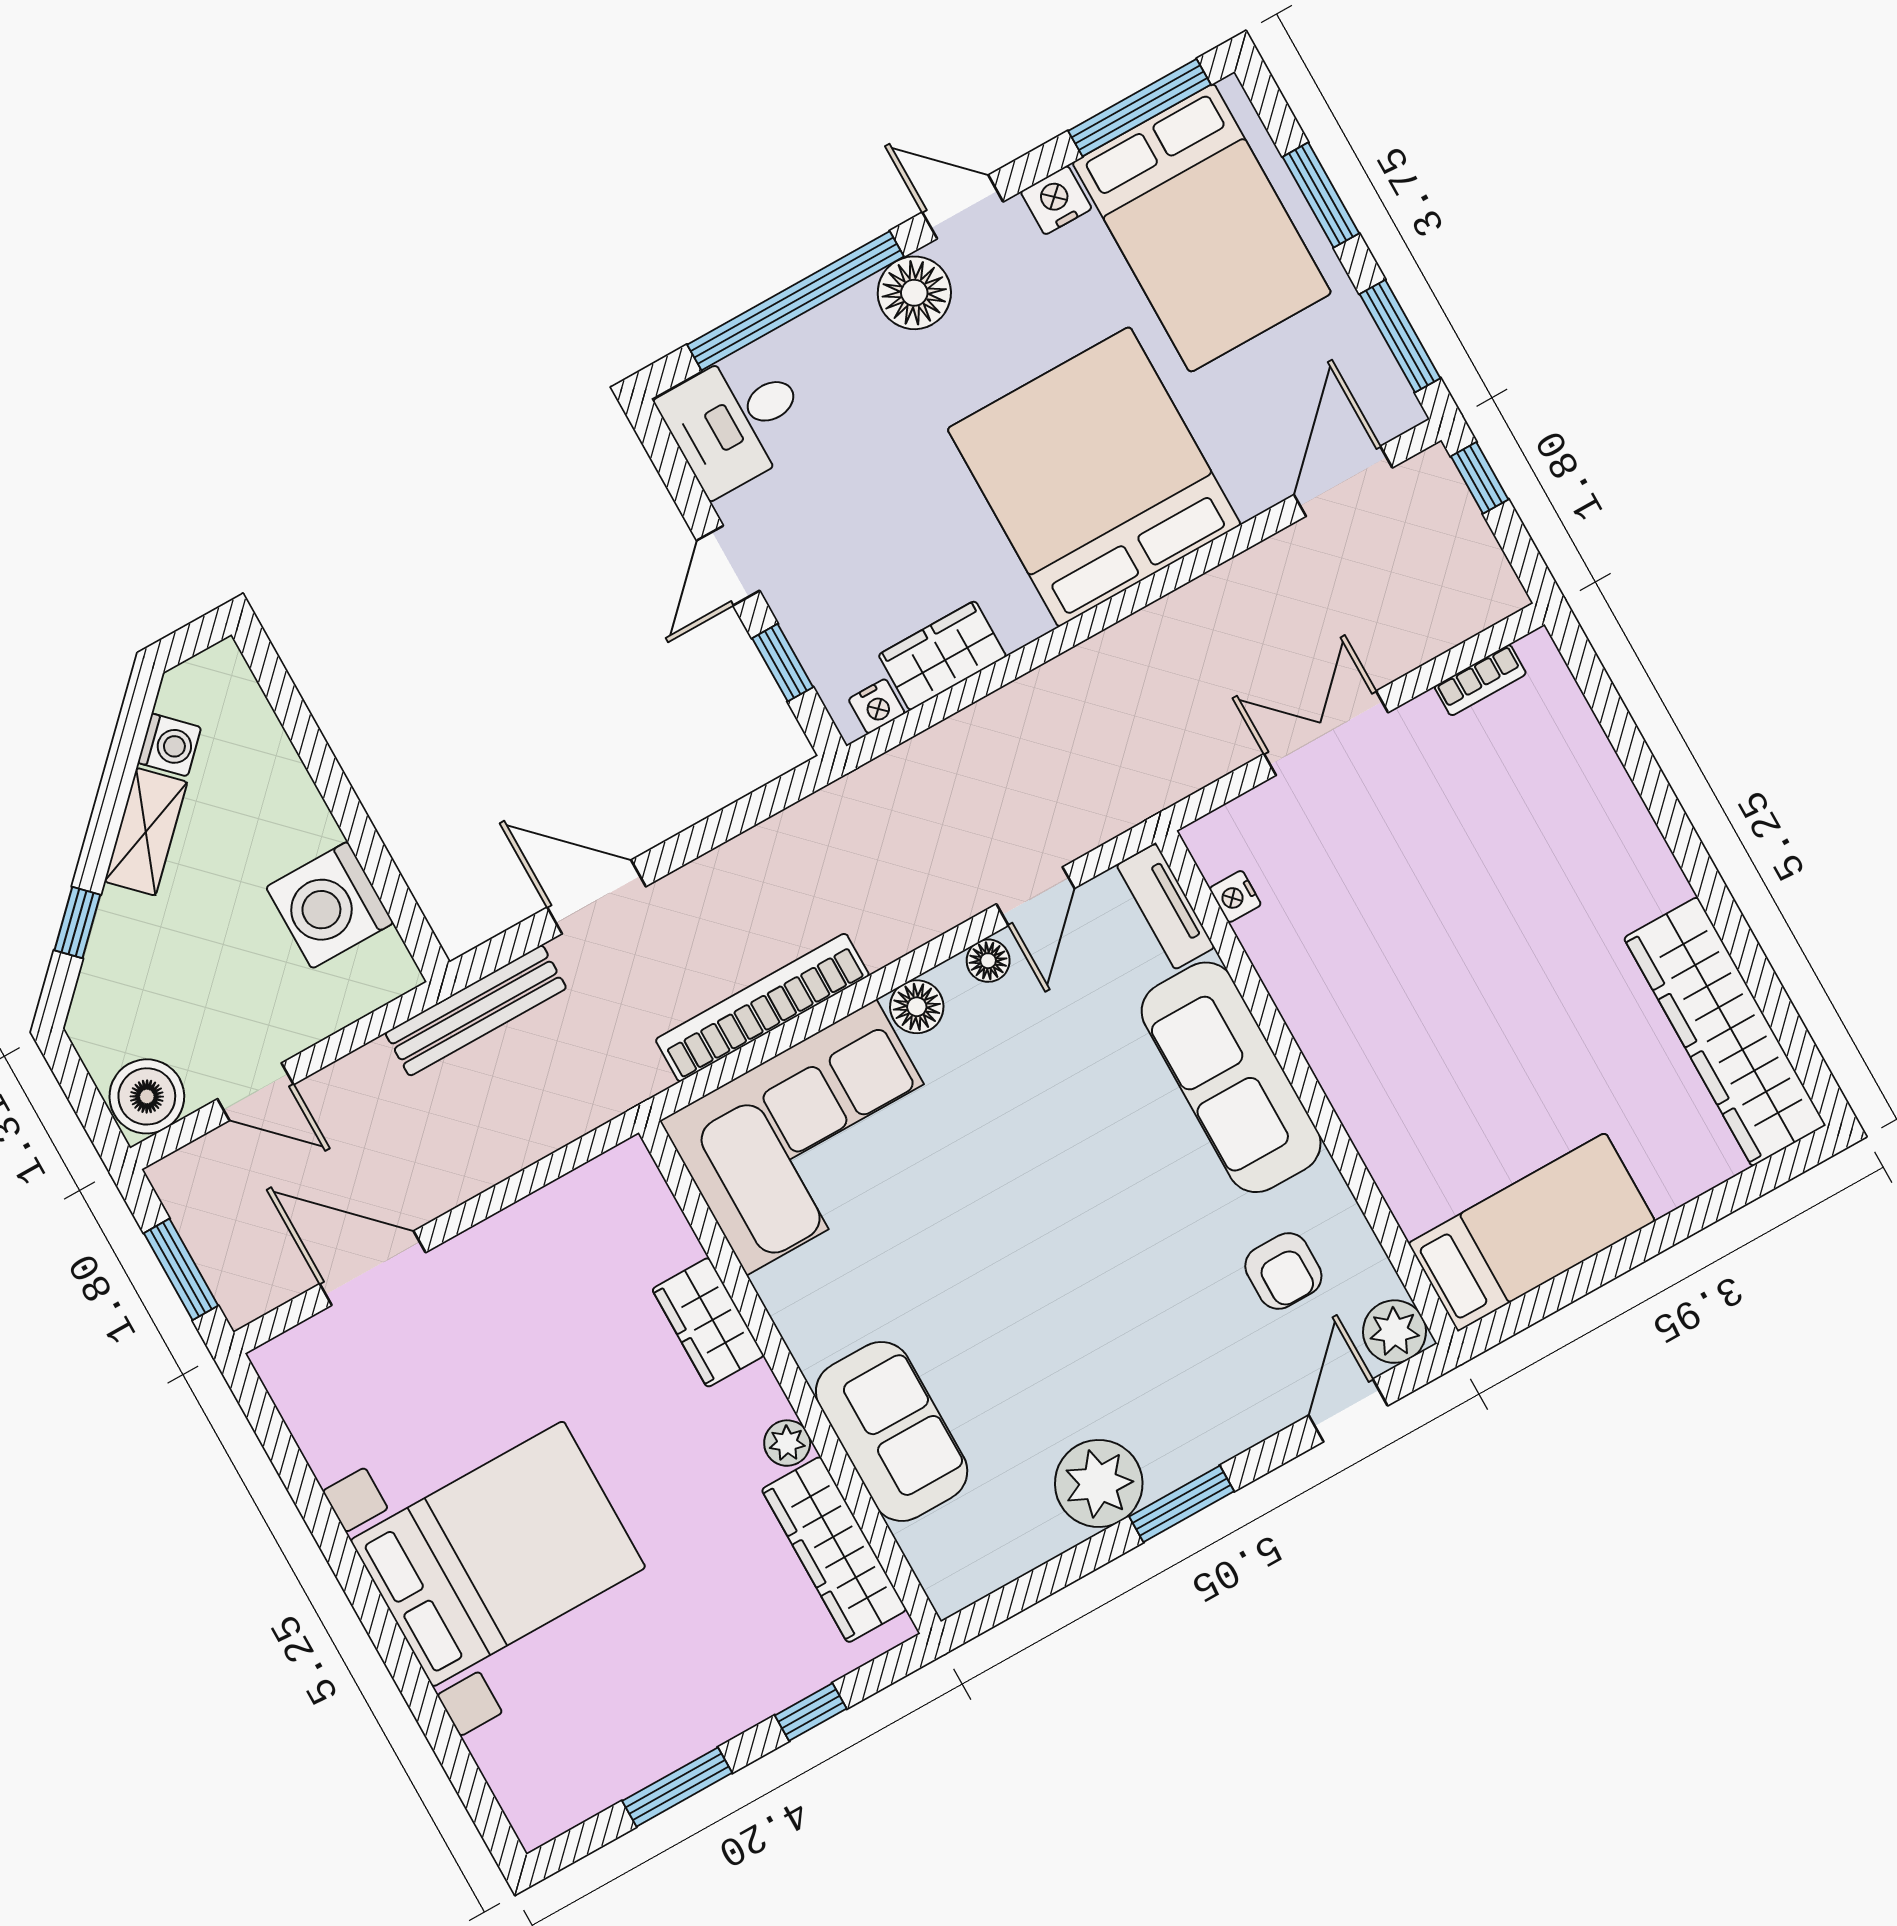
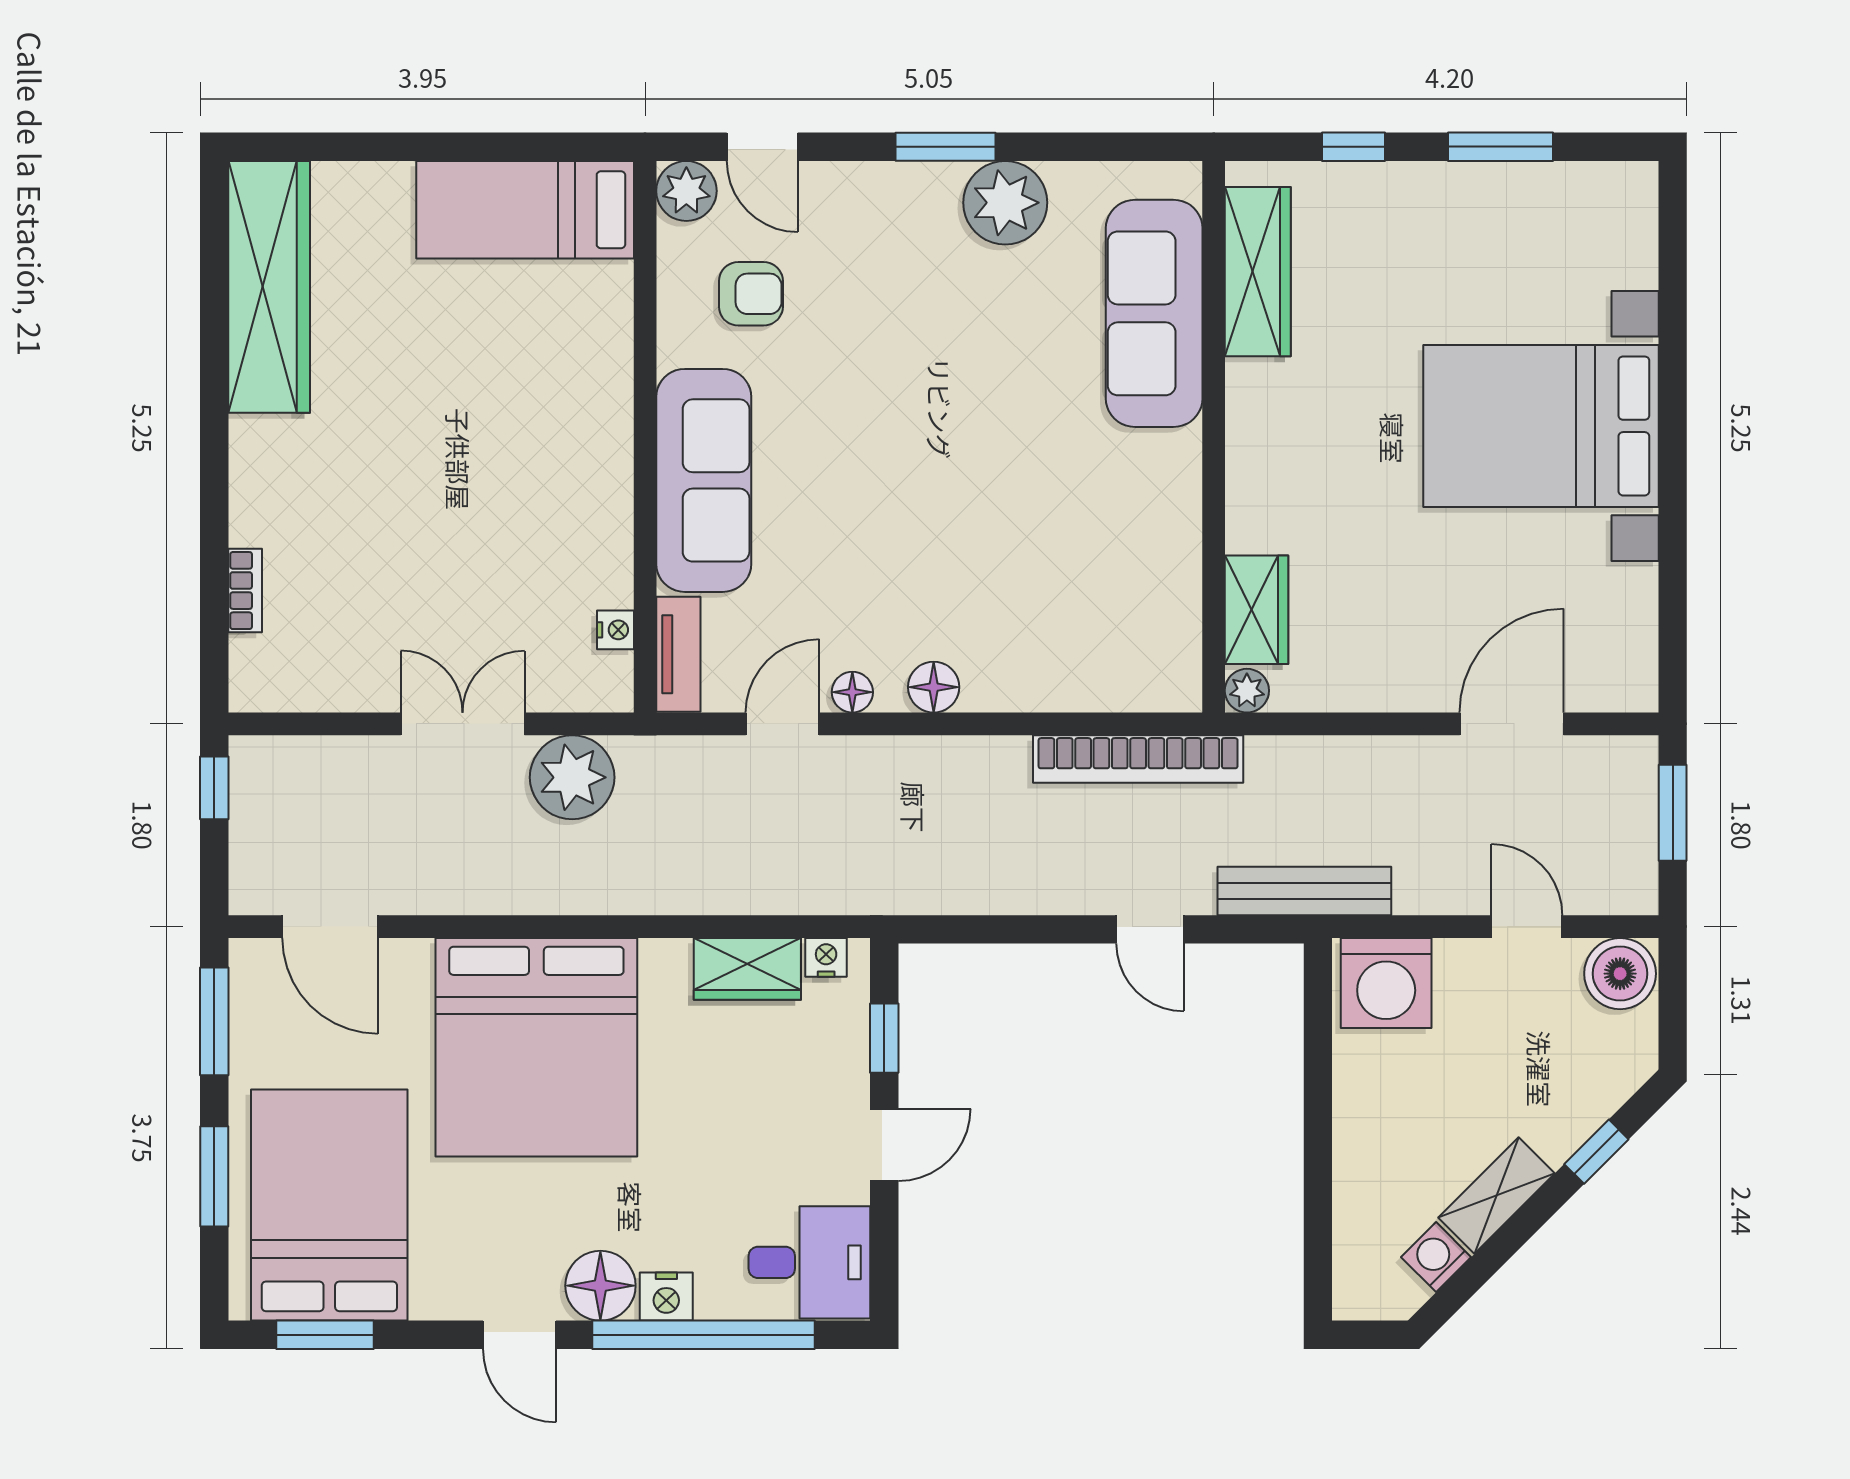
window: (1140, 108) -> (325, 1335), width x0.69
nightstand: (1056, 200) -> (666, 1297), moved
window: (1480, 478) -> (214, 788), moved
door: (1343, 481) -> (330, 927), hinge flipped
bookcase: (1480, 680) -> (245, 591), moved, turned 90
double door: (1326, 733) -> (463, 724), swing flipped
plant: (1199, 740) -> (572, 777), added
door: (596, 897) -> (1150, 929), width x0.73
washing machine: (330, 905) -> (1386, 983), moved, turned 90
bookcase: (762, 1008) -> (1138, 759), moved
corner sofa: (811, 1137) -> (1083, 627), removed
door: (373, 1268) -> (1512, 724), swing flipped
armchair: (1283, 1271) -> (751, 294), turned 90
wardrobe: (708, 1322) -> (1257, 610), moved
door: (1348, 1410) -> (762, 147), hinge flipped
sofa: (892, 1431) -> (1154, 313), width x1.36
plant: (787, 1443) -> (1247, 691), moved

